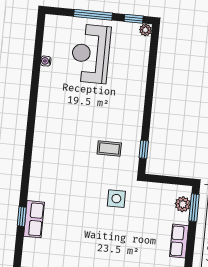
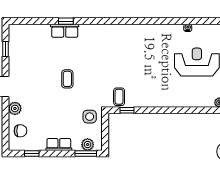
coffee table: (109, 149) -> (119, 97), moved
side table: (116, 199) -> (90, 117), moved
coffee table: (96, 222) -> (67, 79), added

